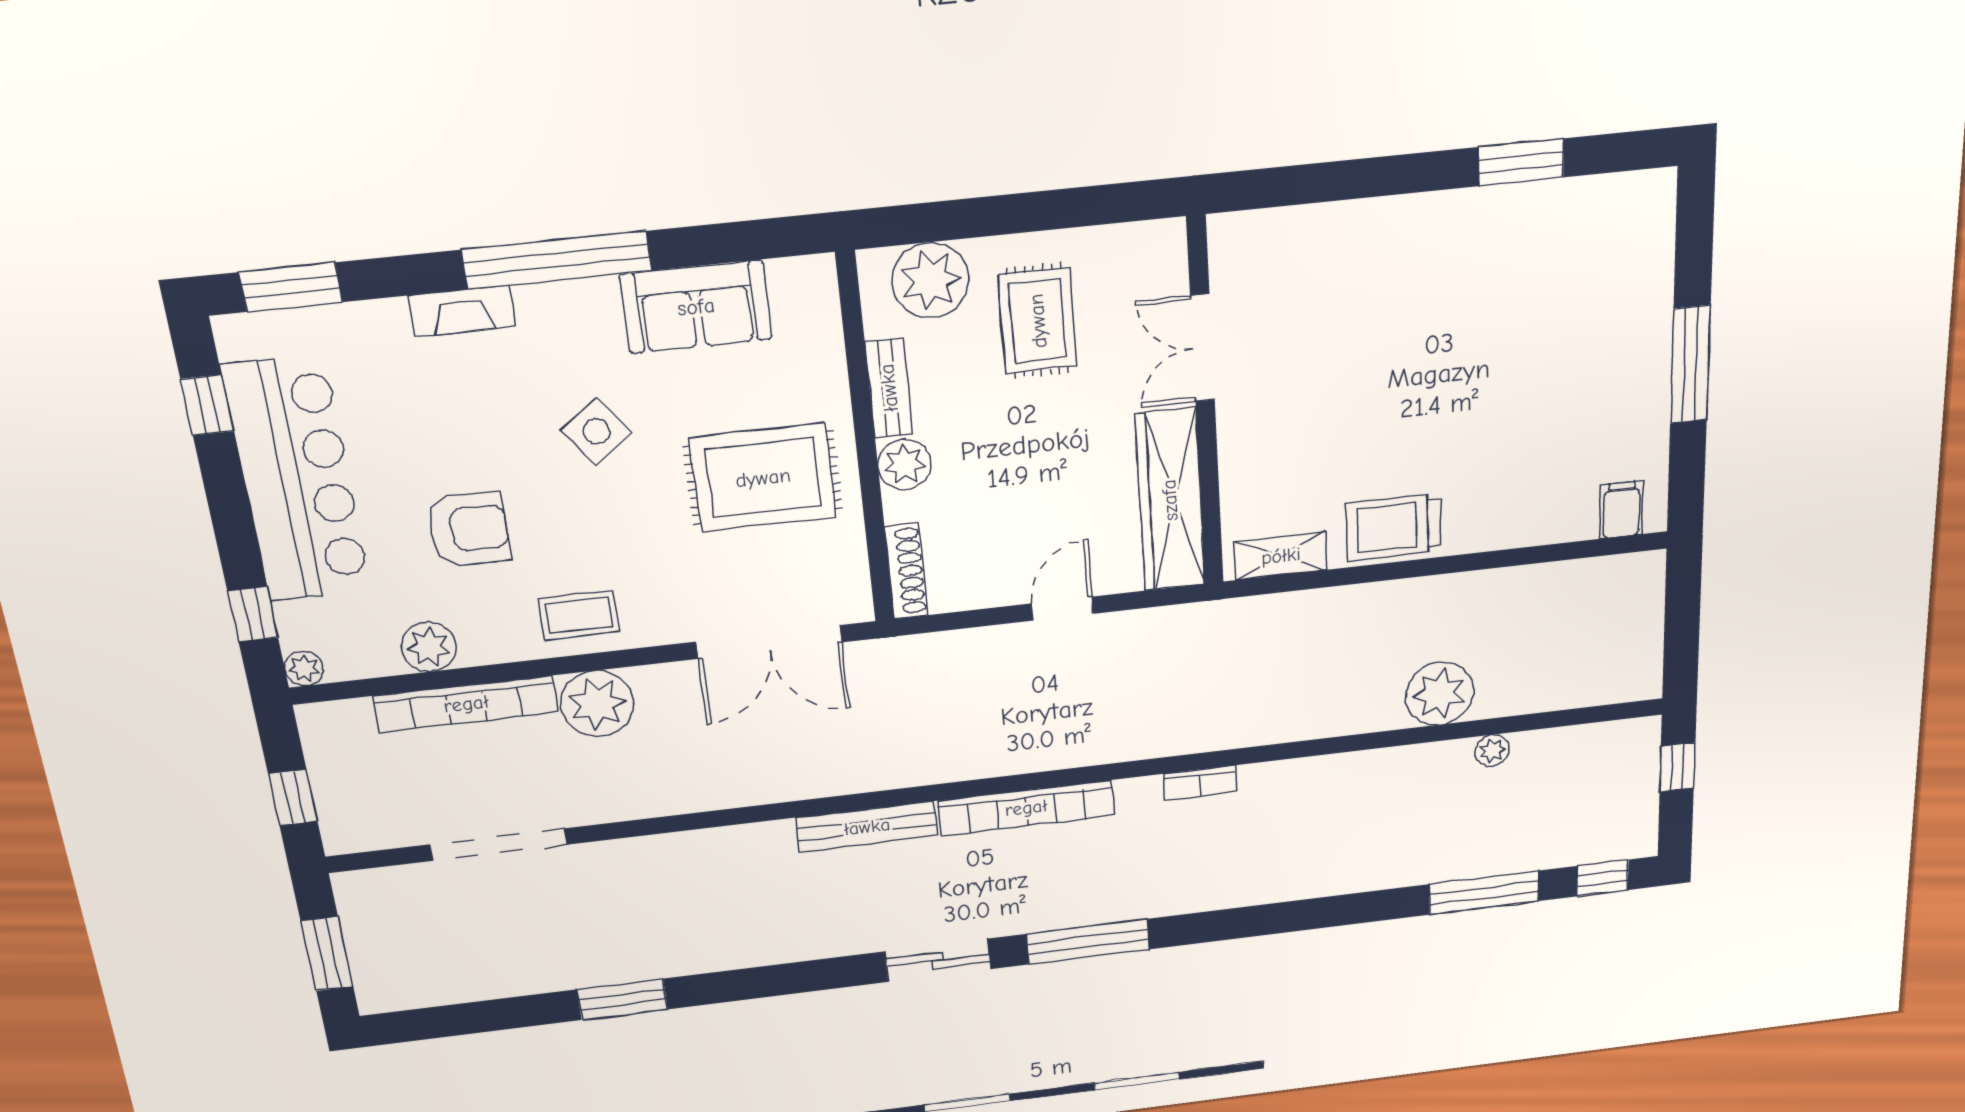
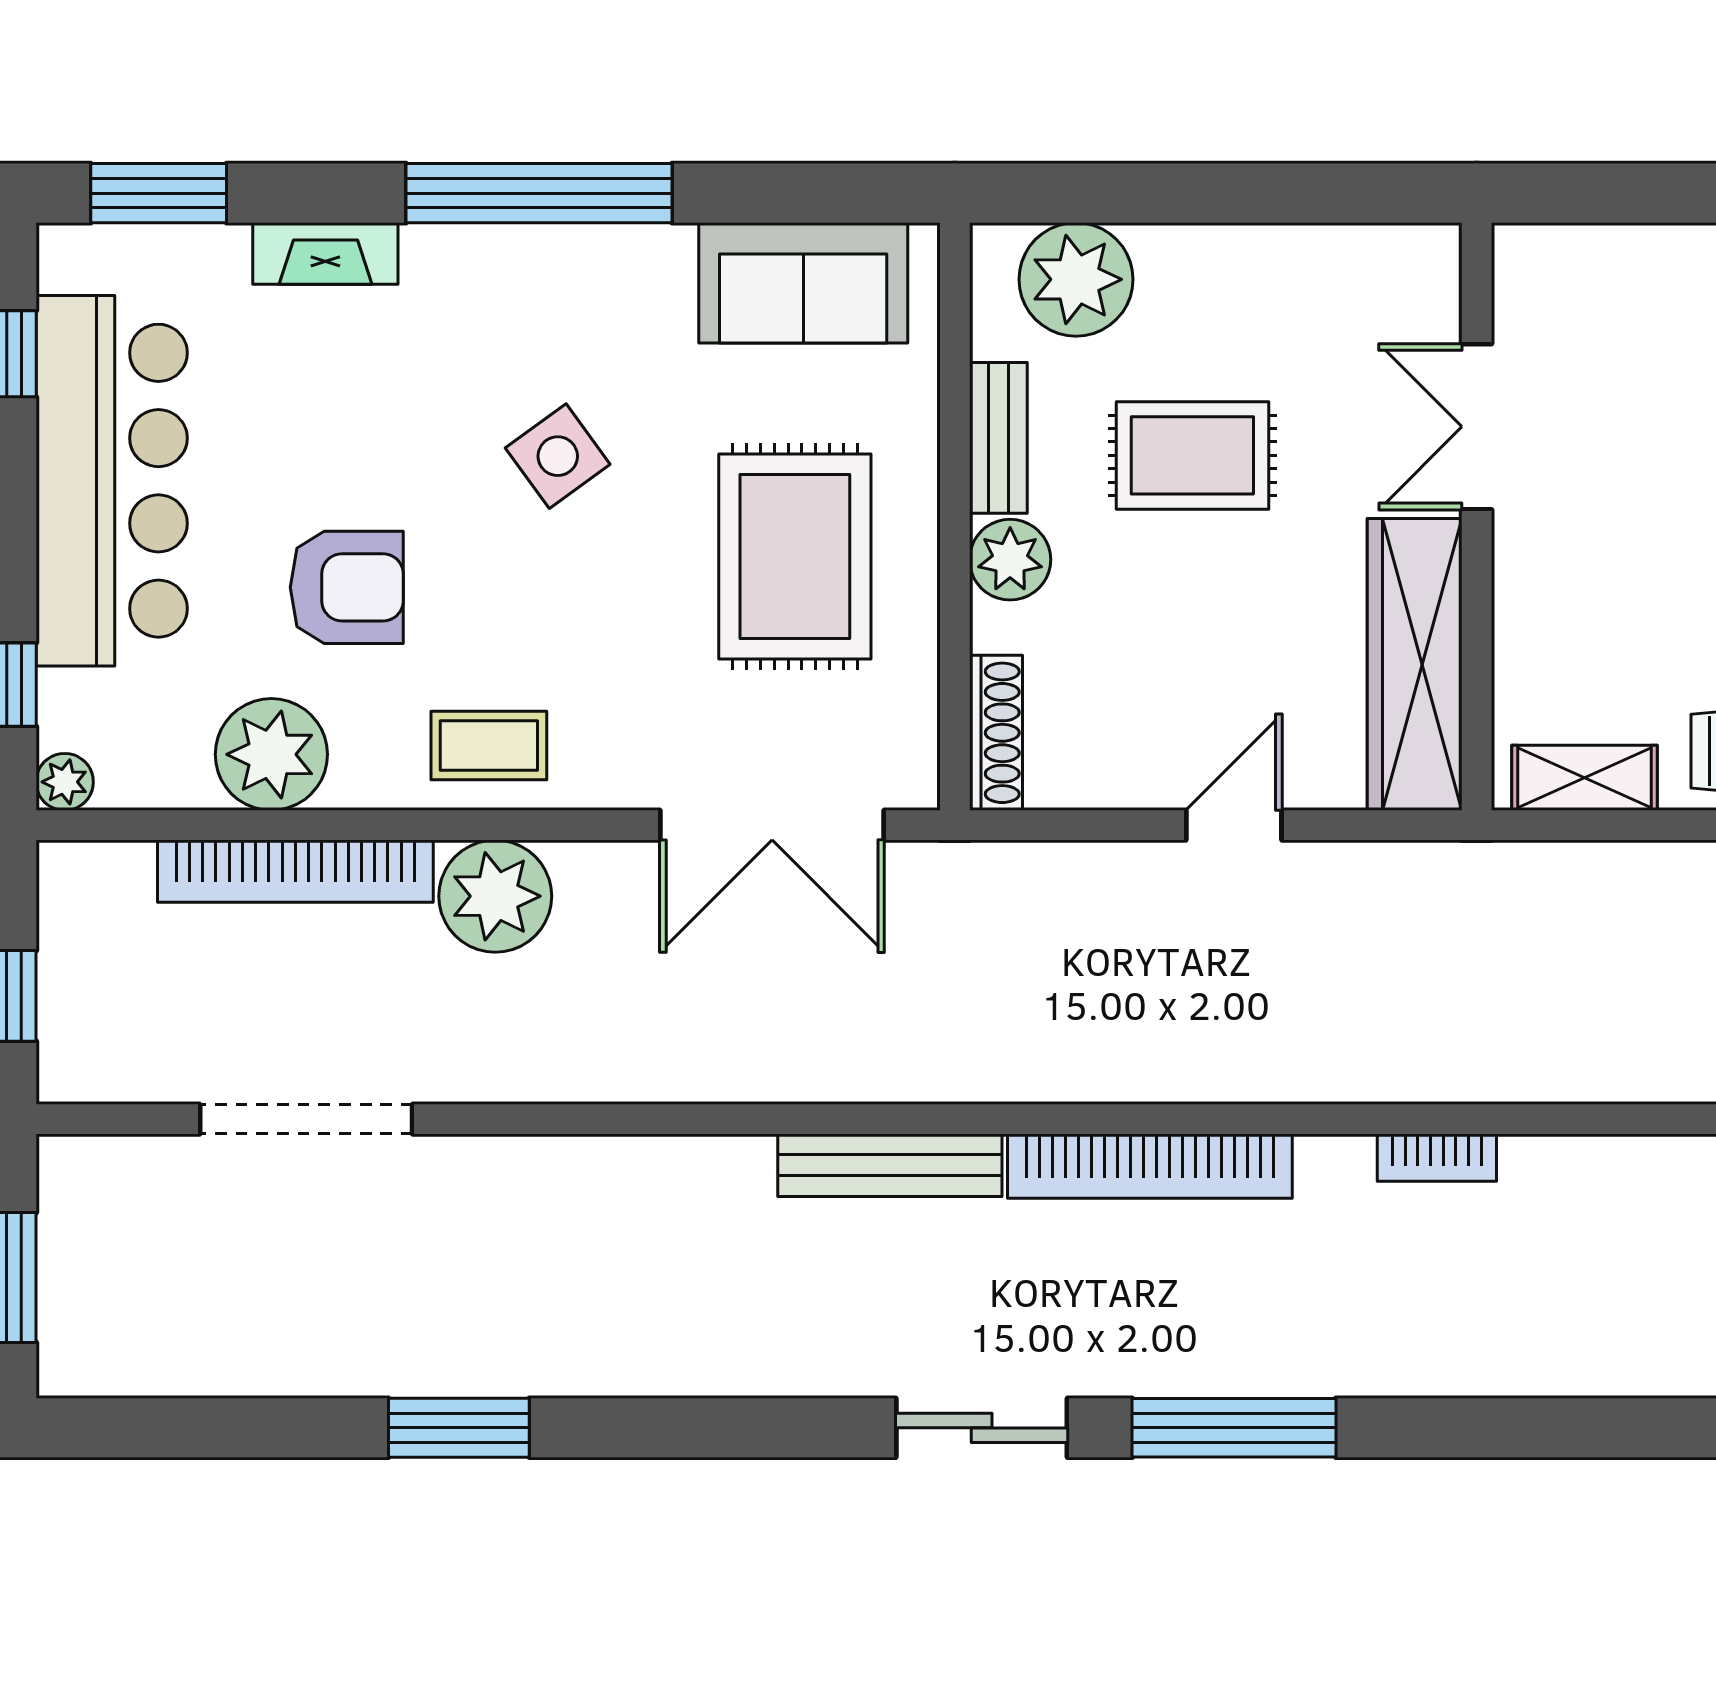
sofa: (696, 307) -> (803, 283), moved
fireplace: (462, 311) -> (325, 253), moved
rug: (1038, 321) -> (1192, 455), moved, turned 90
rug: (763, 478) -> (795, 556), turned 90
plant: (429, 647) -> (271, 754), width x1.36, depth x1.36

